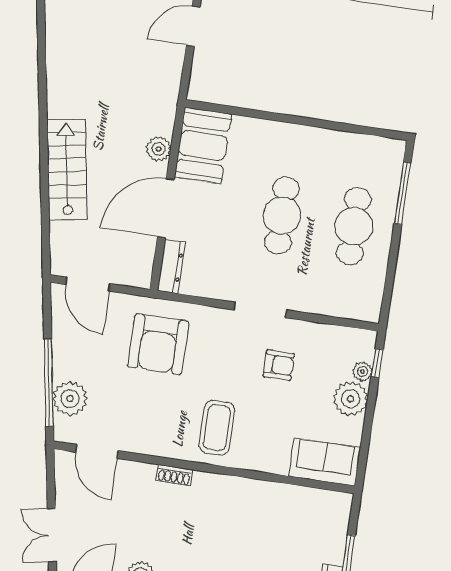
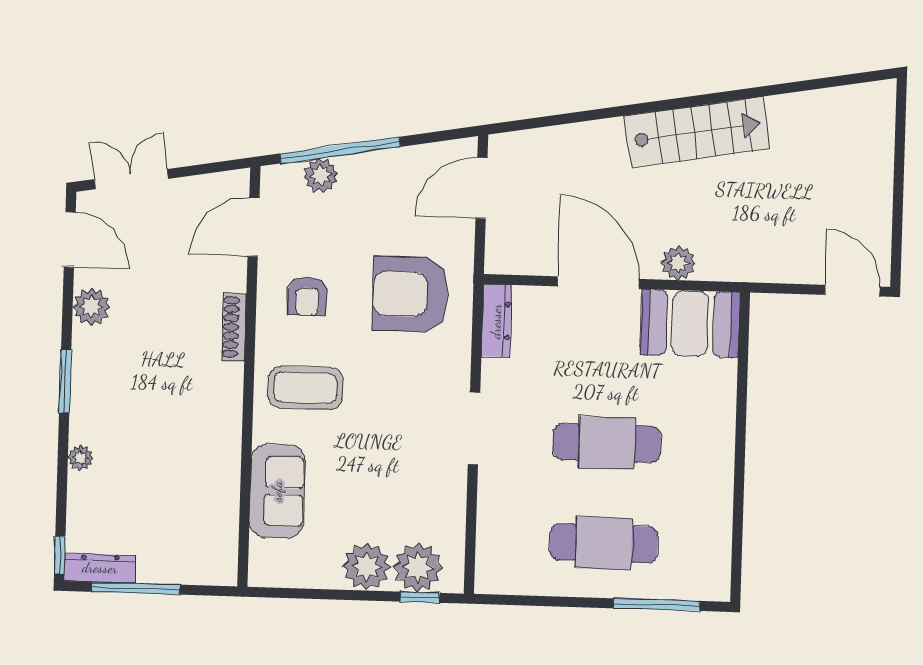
stairs: (67, 170) -> (697, 132), moved
dresser: (171, 266) -> (496, 321), moved, turned -90
armchair: (279, 365) -> (307, 296), moved
plant: (363, 371) -> (418, 567), width x1.88, depth x1.88
plant: (70, 399) -> (321, 175), width x0.73, depth x0.73
sofa: (324, 462) -> (277, 491), moved
shoe rack: (174, 475) -> (234, 327), width x1.43

